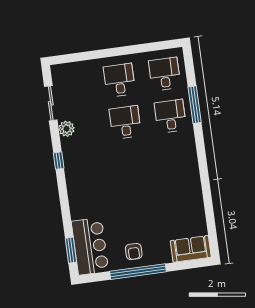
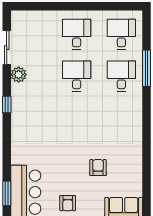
armchair: (159, 212) -> (98, 168), added

